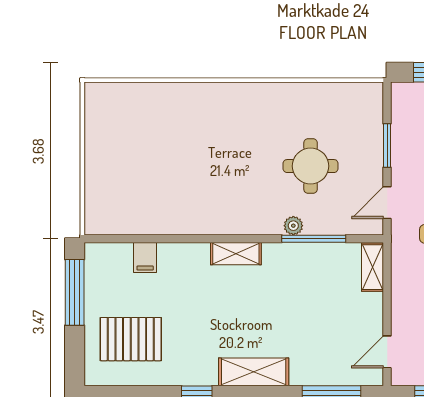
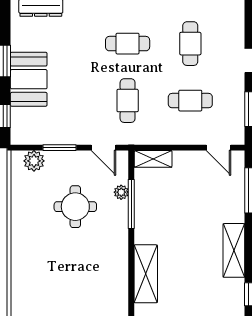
plant: (370, 112) -> (34, 161), added
plant: (293, 226) -> (121, 192), moved
shelving: (236, 254) -> (146, 274), width x1.50, depth x1.33

